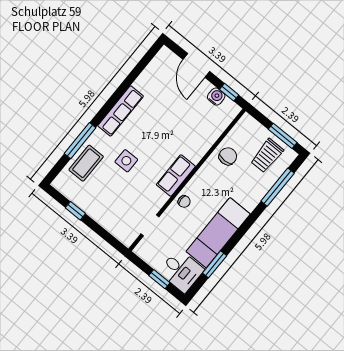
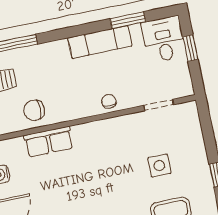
side table: (126, 161) -> (159, 165), moved
row of seats: (176, 176) -> (49, 142), moved
exam couch: (218, 233) -> (100, 42), width x0.73, depth x0.69

